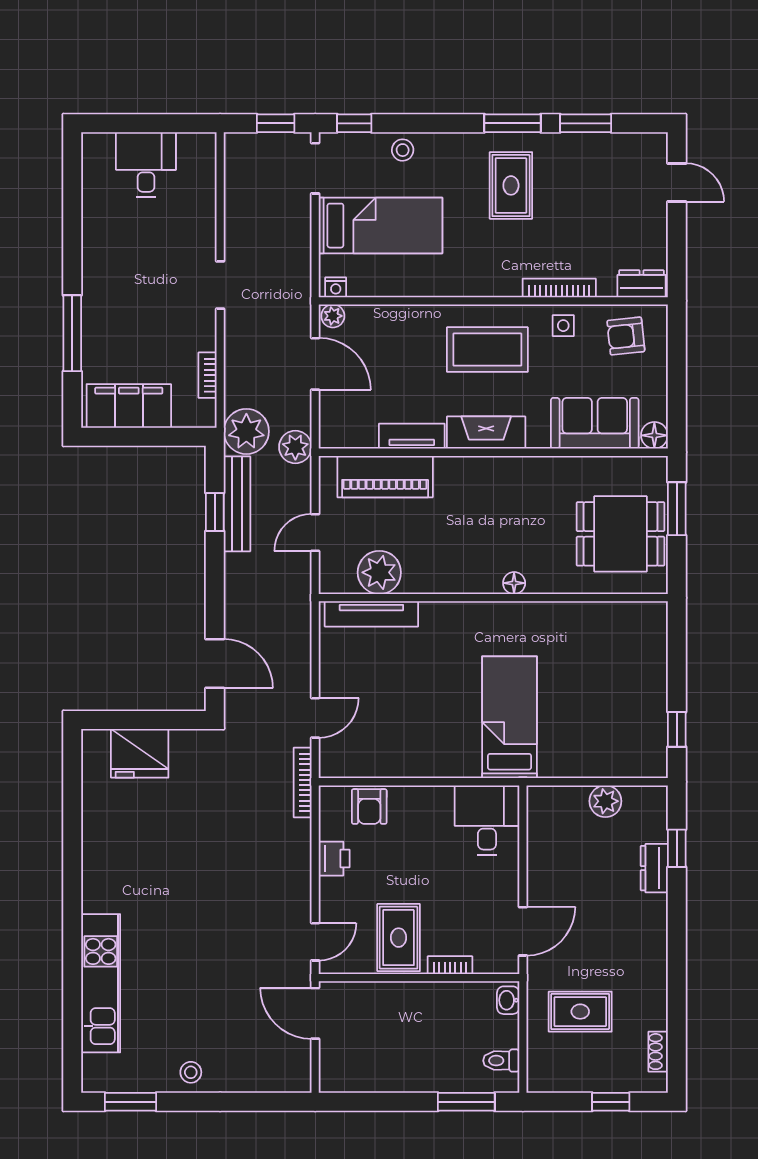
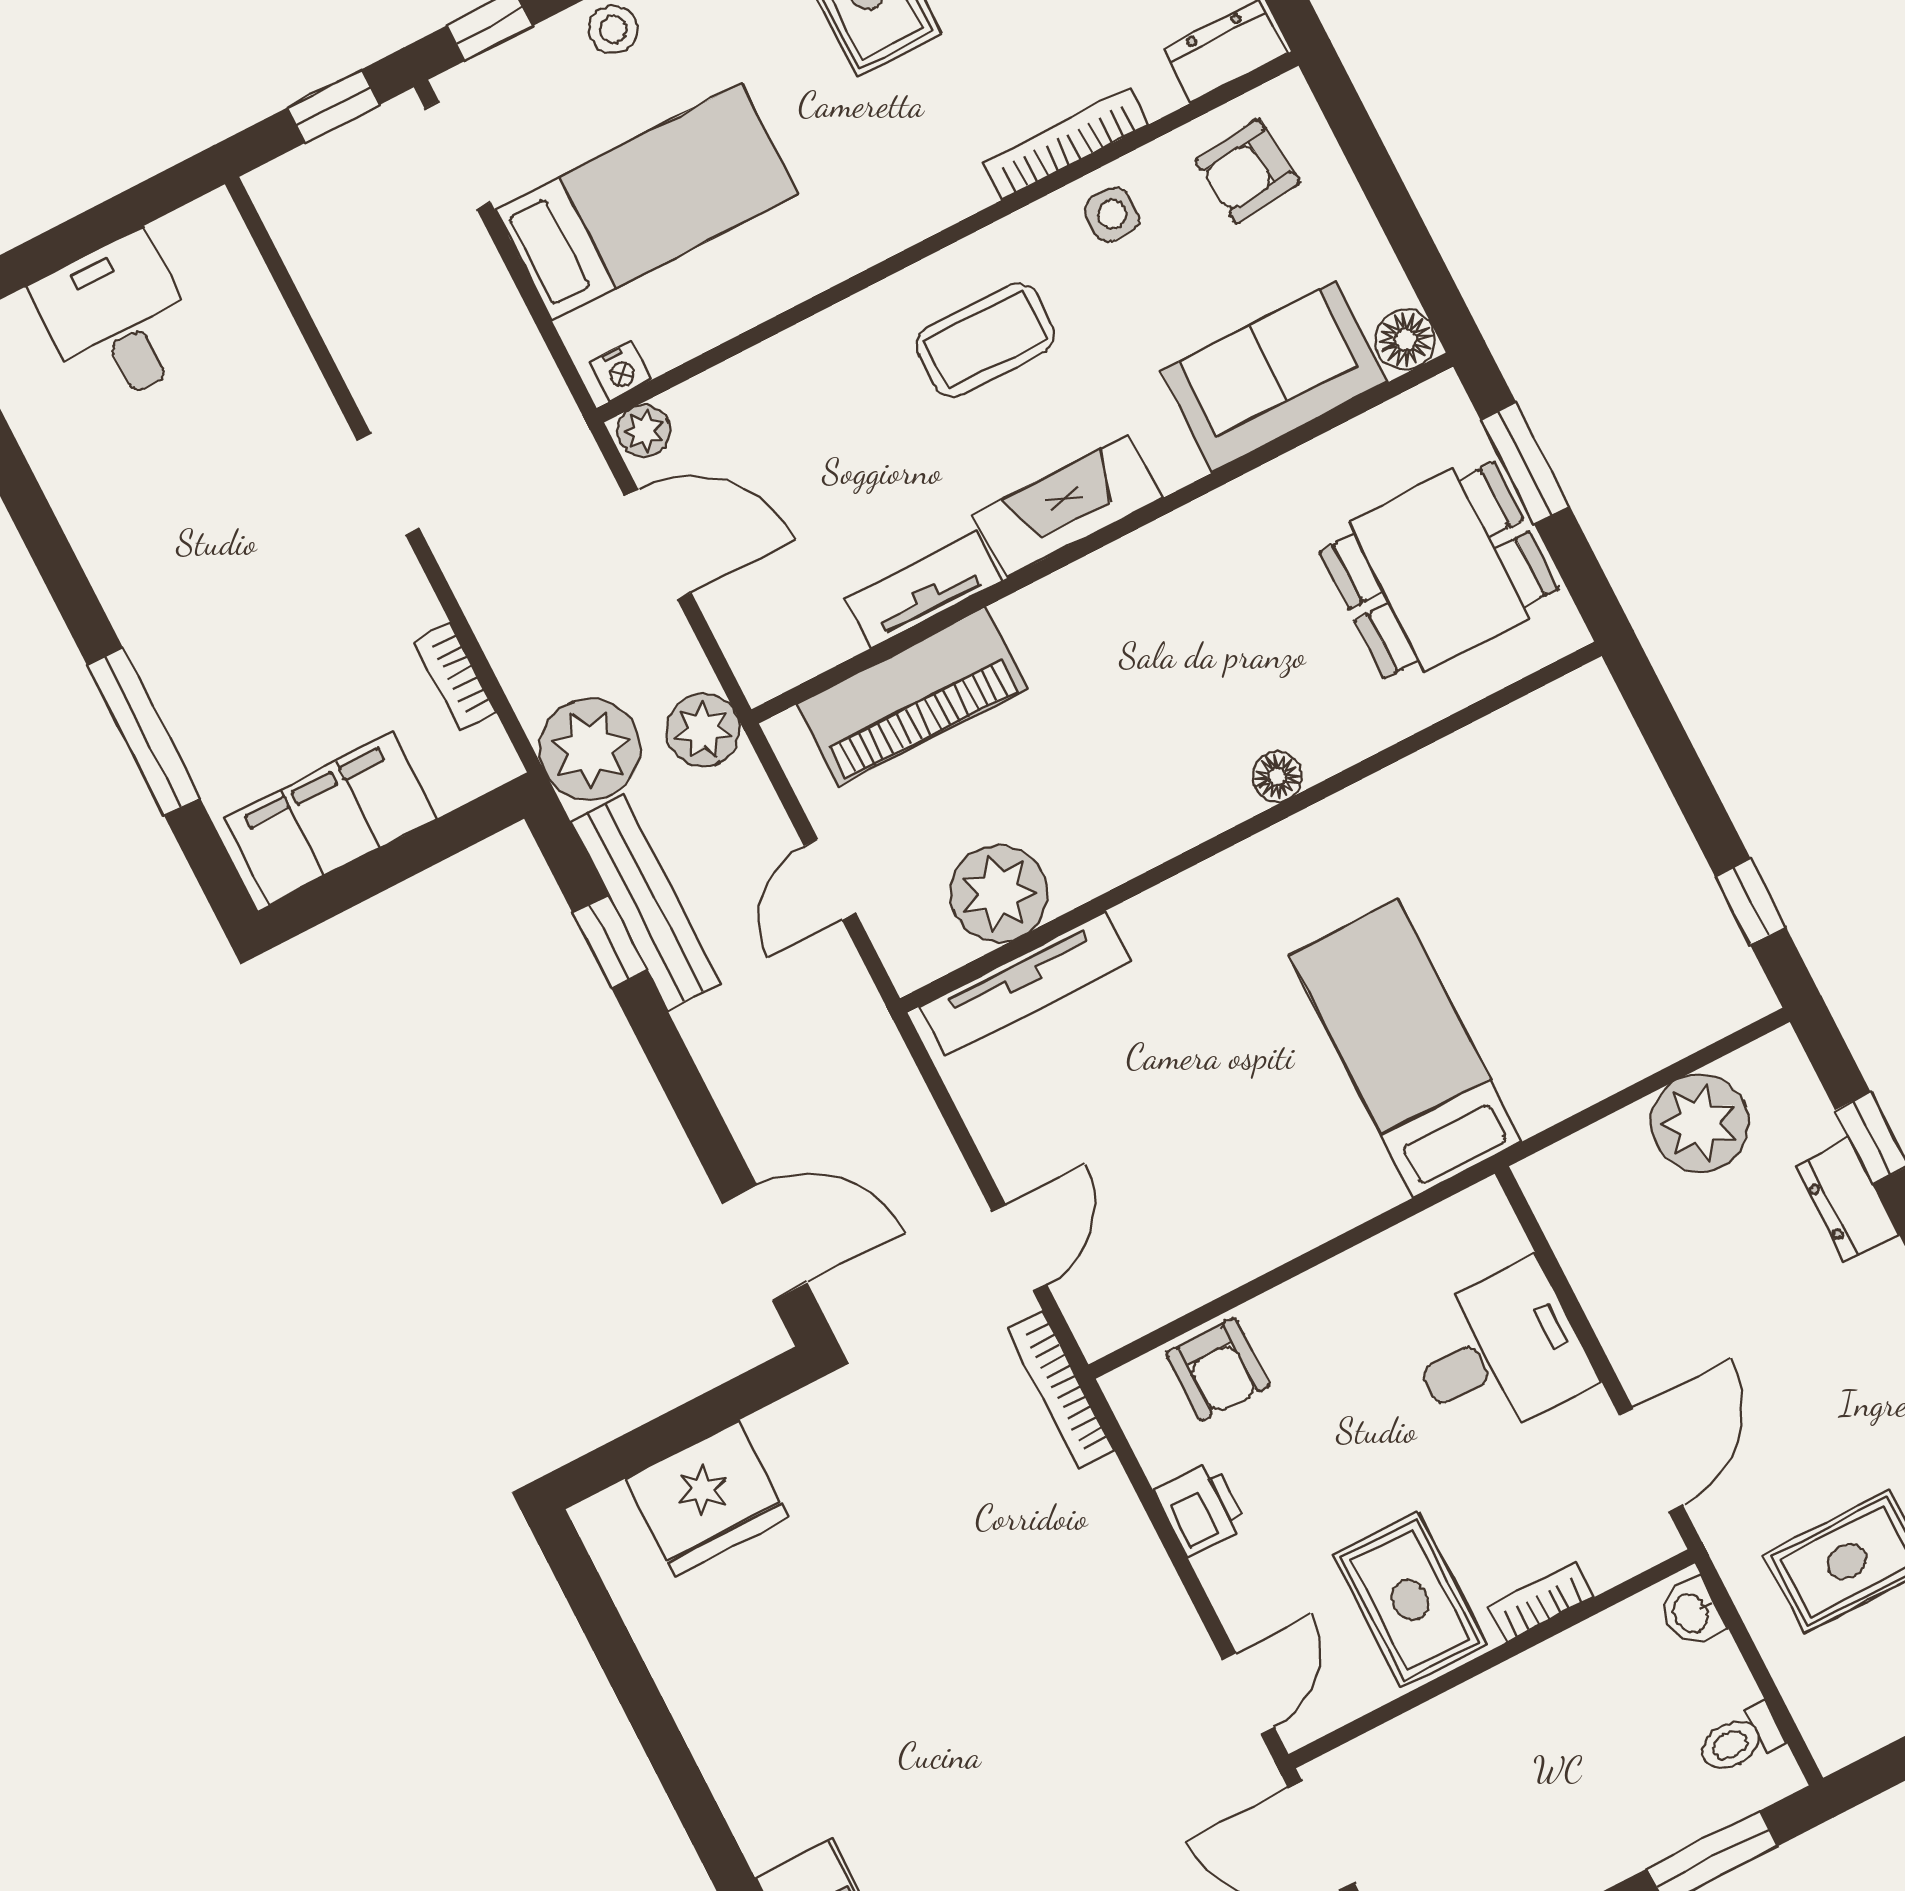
coffee table: (487, 350) -> (986, 340), width x0.73, depth x0.76
plant: (605, 801) -> (1700, 1123), width x1.36, depth x1.36
desk: (487, 820) -> (1499, 1353), moved, turned 90

